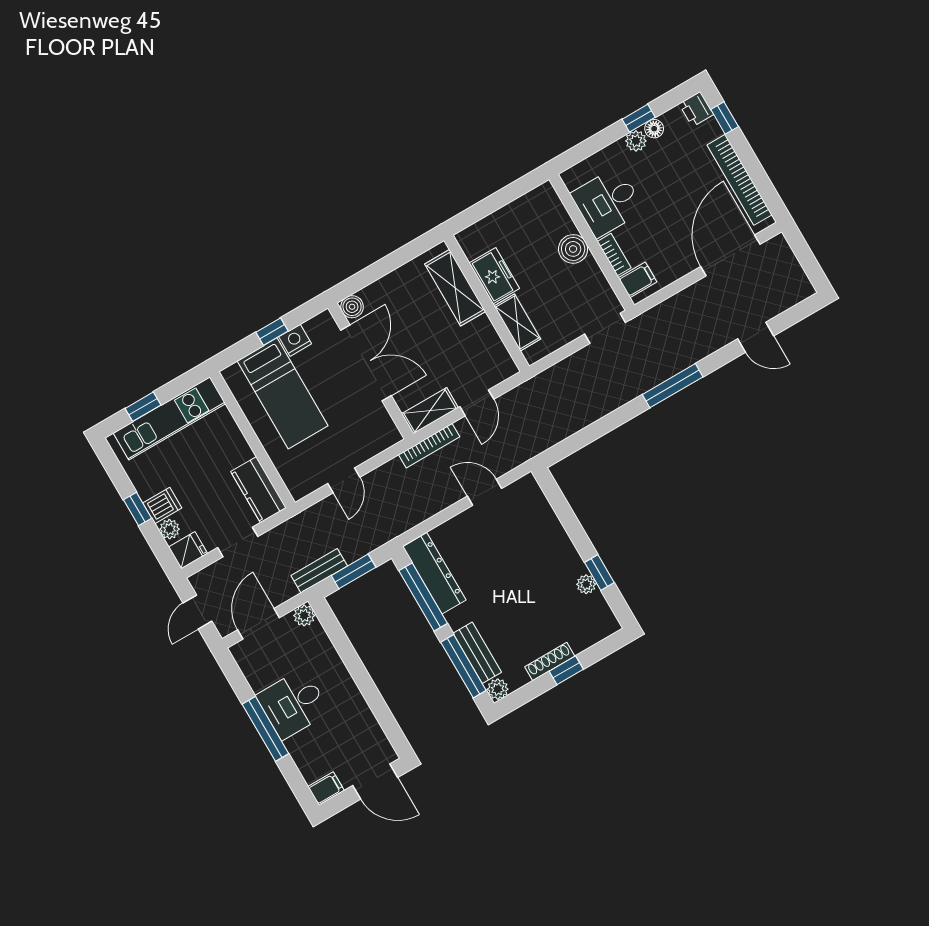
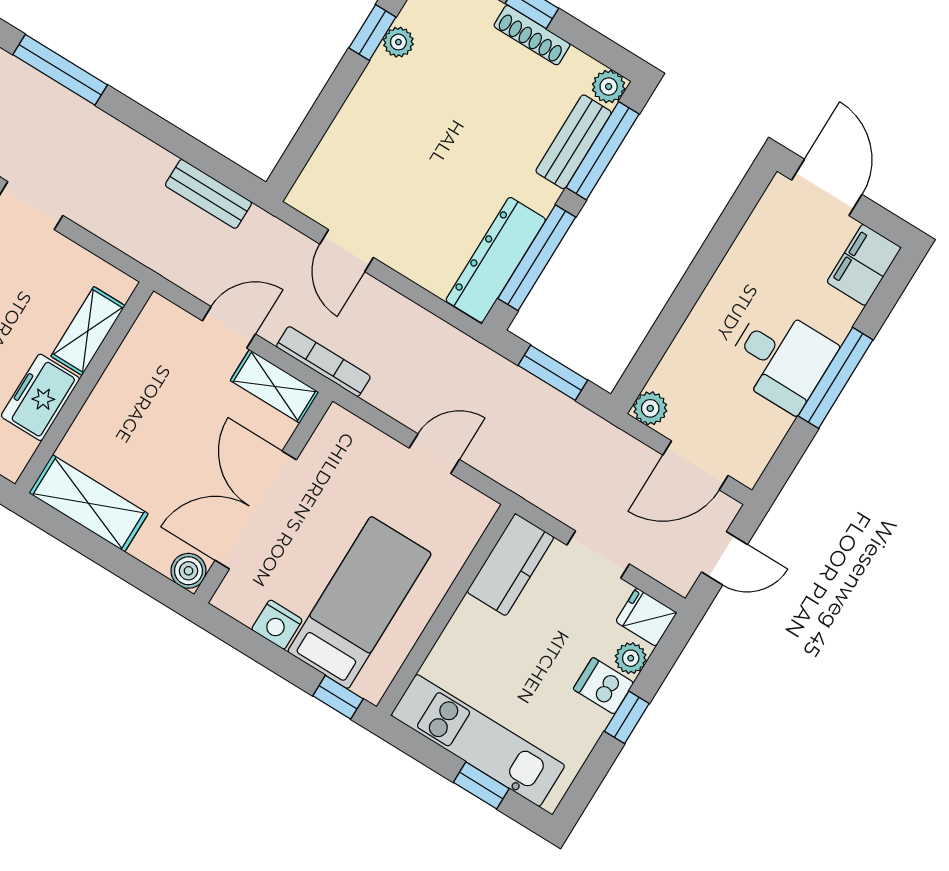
shelving: (455, 288) -> (88, 503), moved, turned 90
window: (272, 332) -> (338, 697), moved
bench: (319, 571) -> (208, 194), moved
filing cabinet: (326, 789) -> (864, 265), width x2.00

